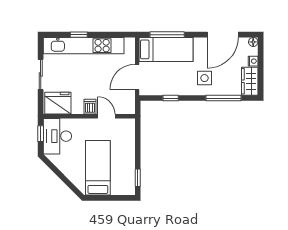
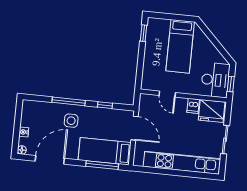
window: (79, 35) -> (185, 174), removed
door: (137, 77) -> (134, 128), hinge flipped
wardrobe: (250, 81) -> (29, 113), removed
window: (224, 98) -> (69, 101), moved
dishwasher: (90, 107) -> (193, 106), moved

